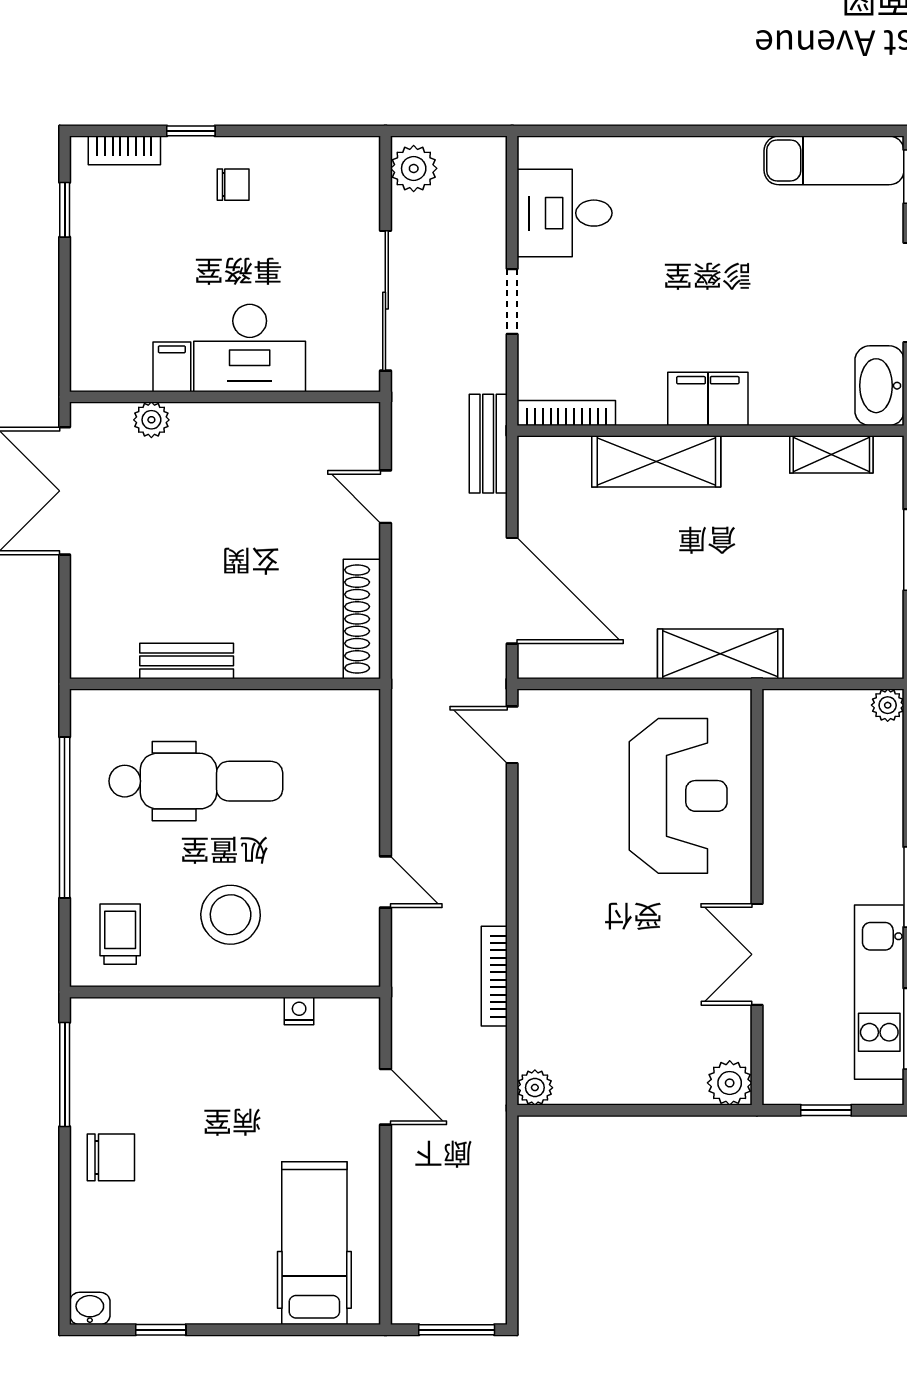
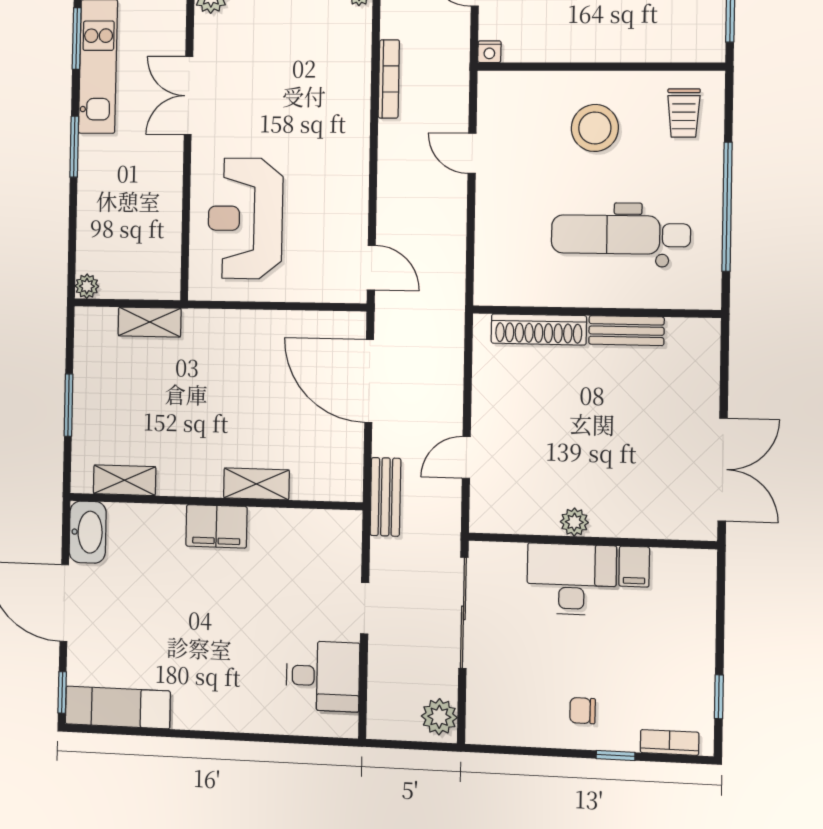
bookcase: (566, 413) -> (325, 519), removed
plant: (151, 420) -> (574, 522), moved
shelving: (656, 461) -> (256, 484), width x0.67, depth x0.75
door: (385, 497) -> (466, 457), swing flipped
shoe rack: (362, 619) -> (539, 329), moved, turned 90
shelving: (720, 654) -> (150, 322), moved, width x0.67, depth x0.75
double door: (757, 954) -> (188, 96), swing flipped
nightstand: (299, 1011) -> (489, 52), moved

